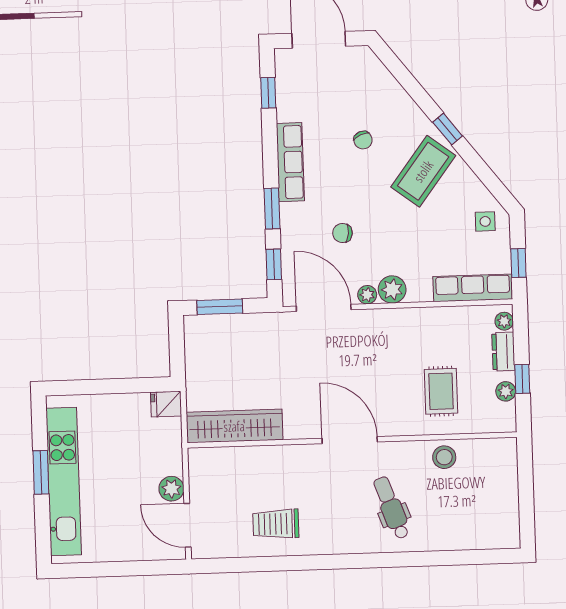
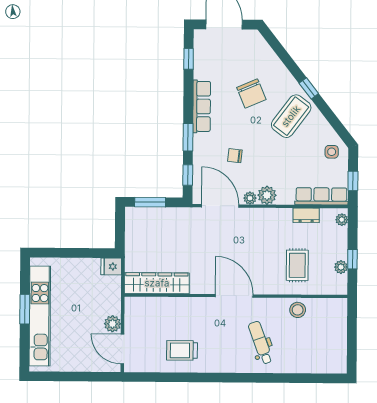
chair: (363, 140) -> (251, 93), width x1.87, depth x1.87
dresser: (503, 352) -> (306, 215), moved, turned -90

